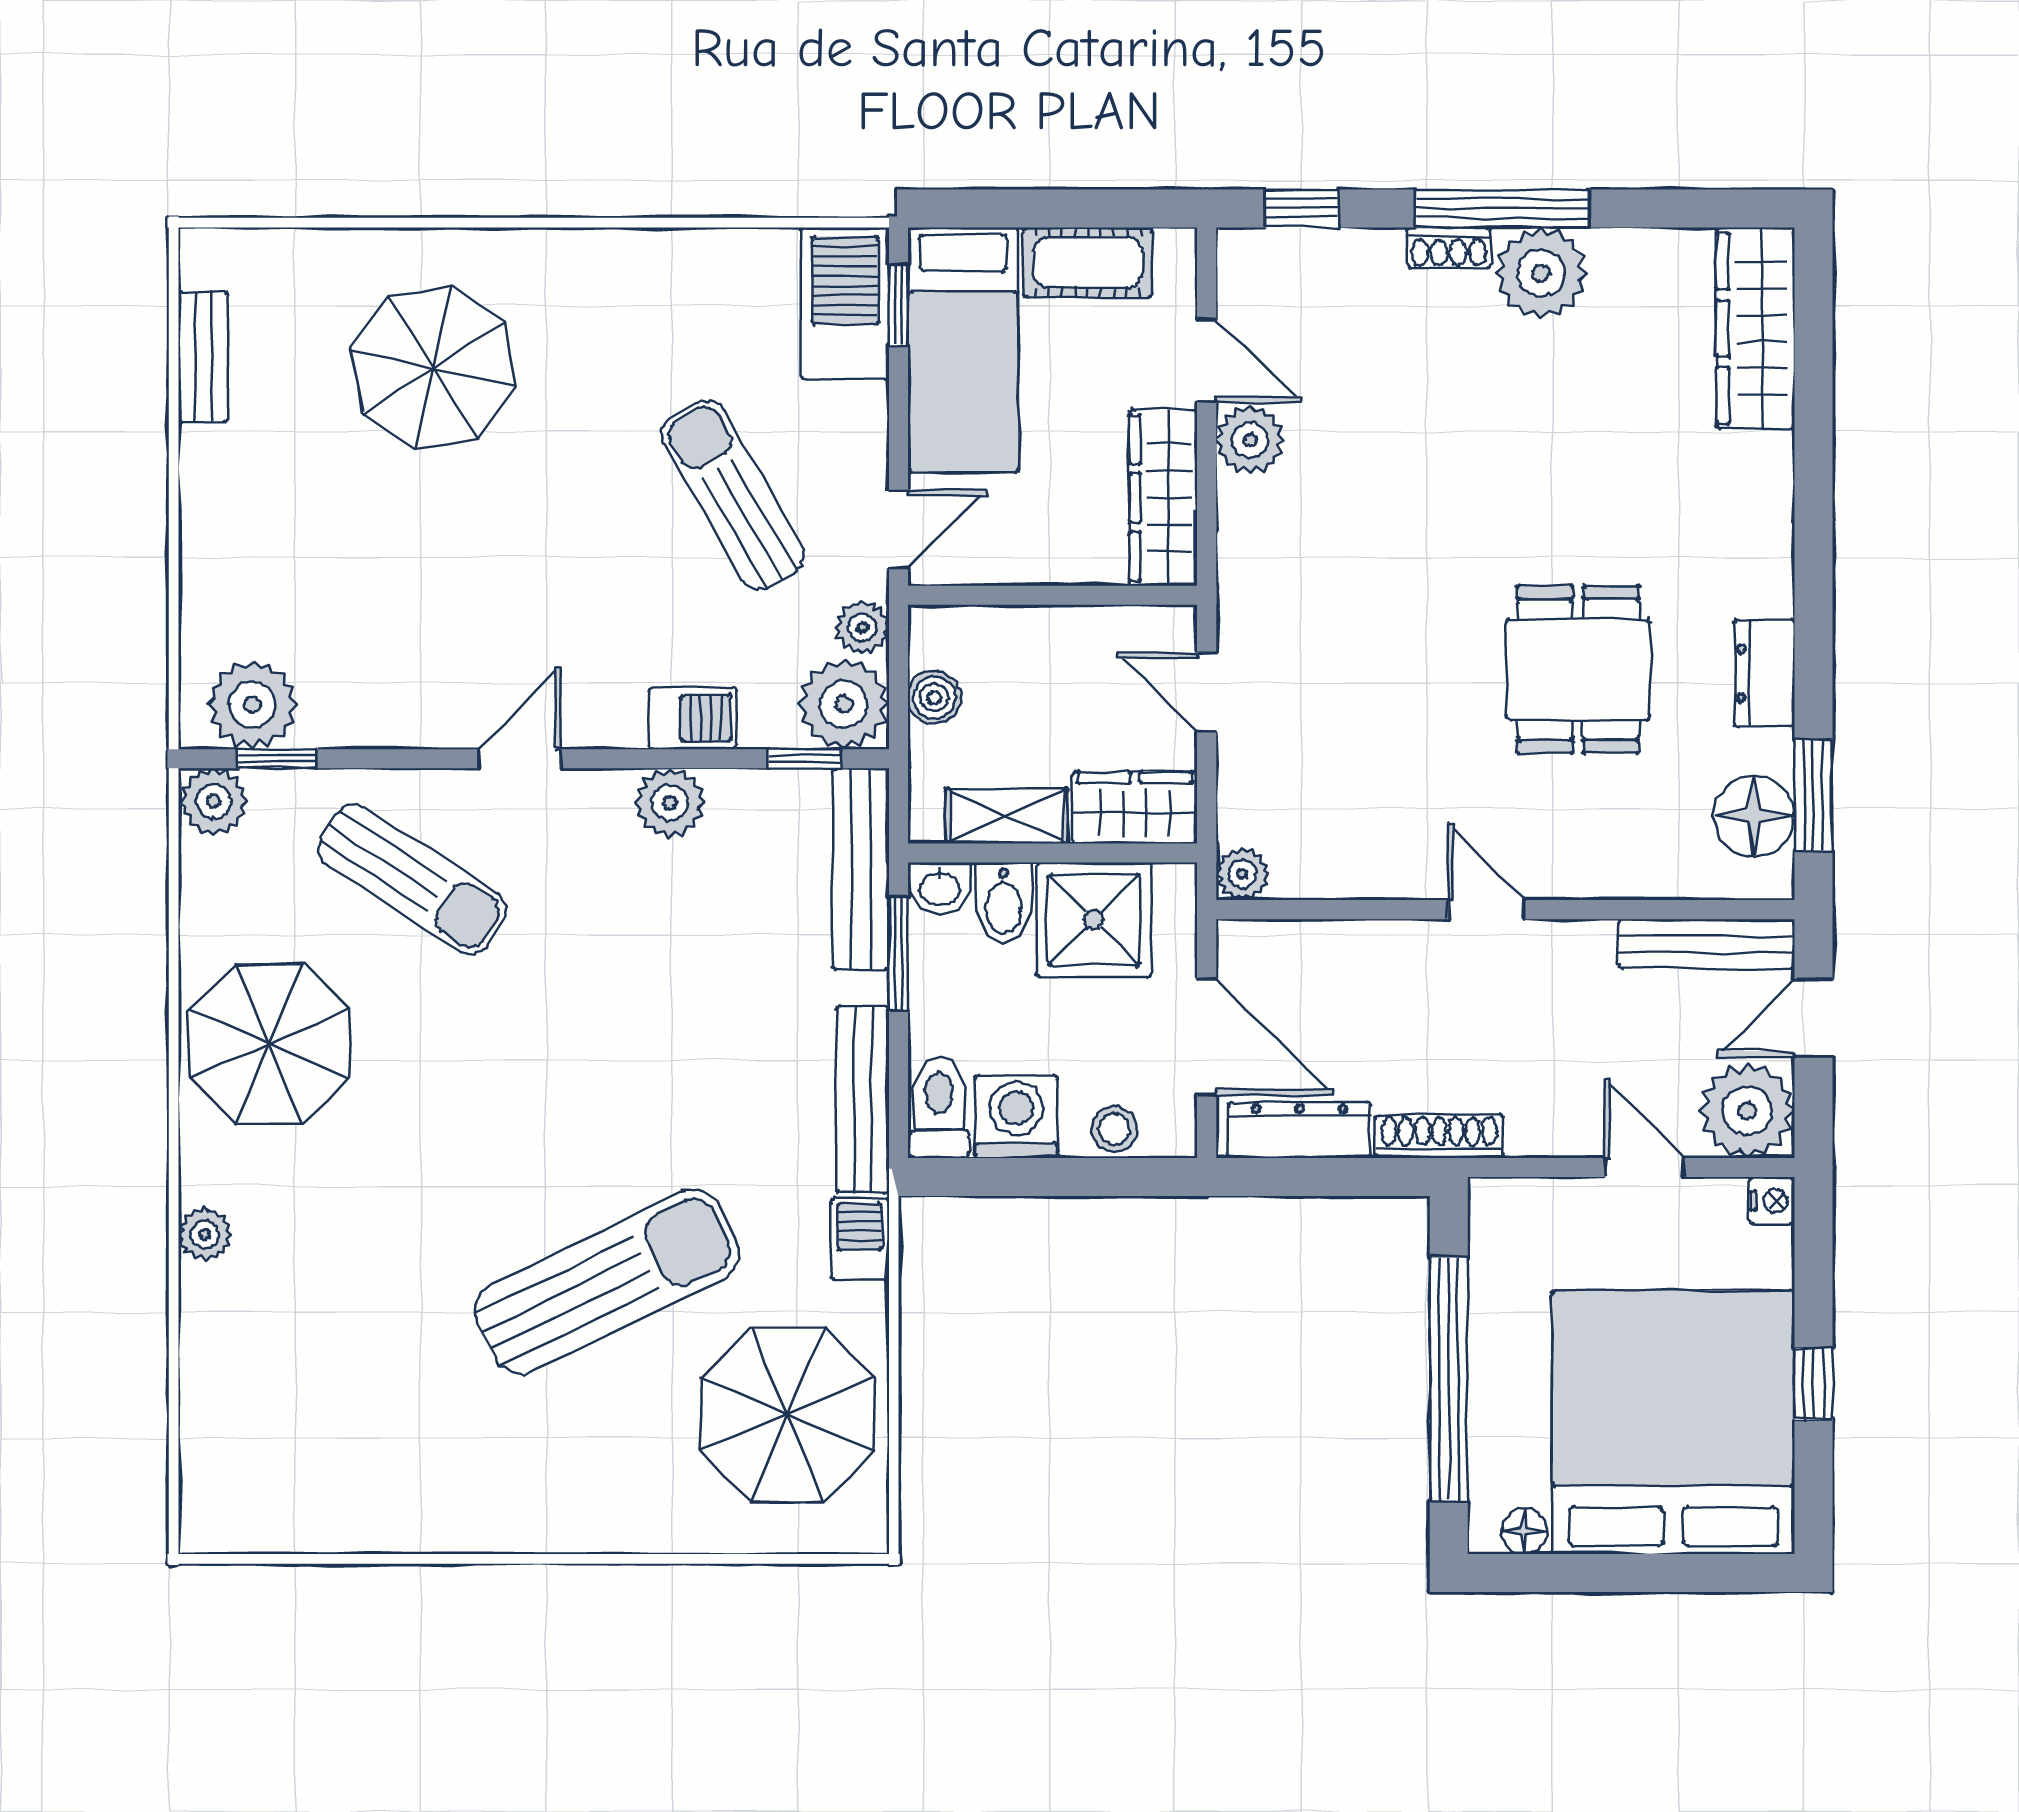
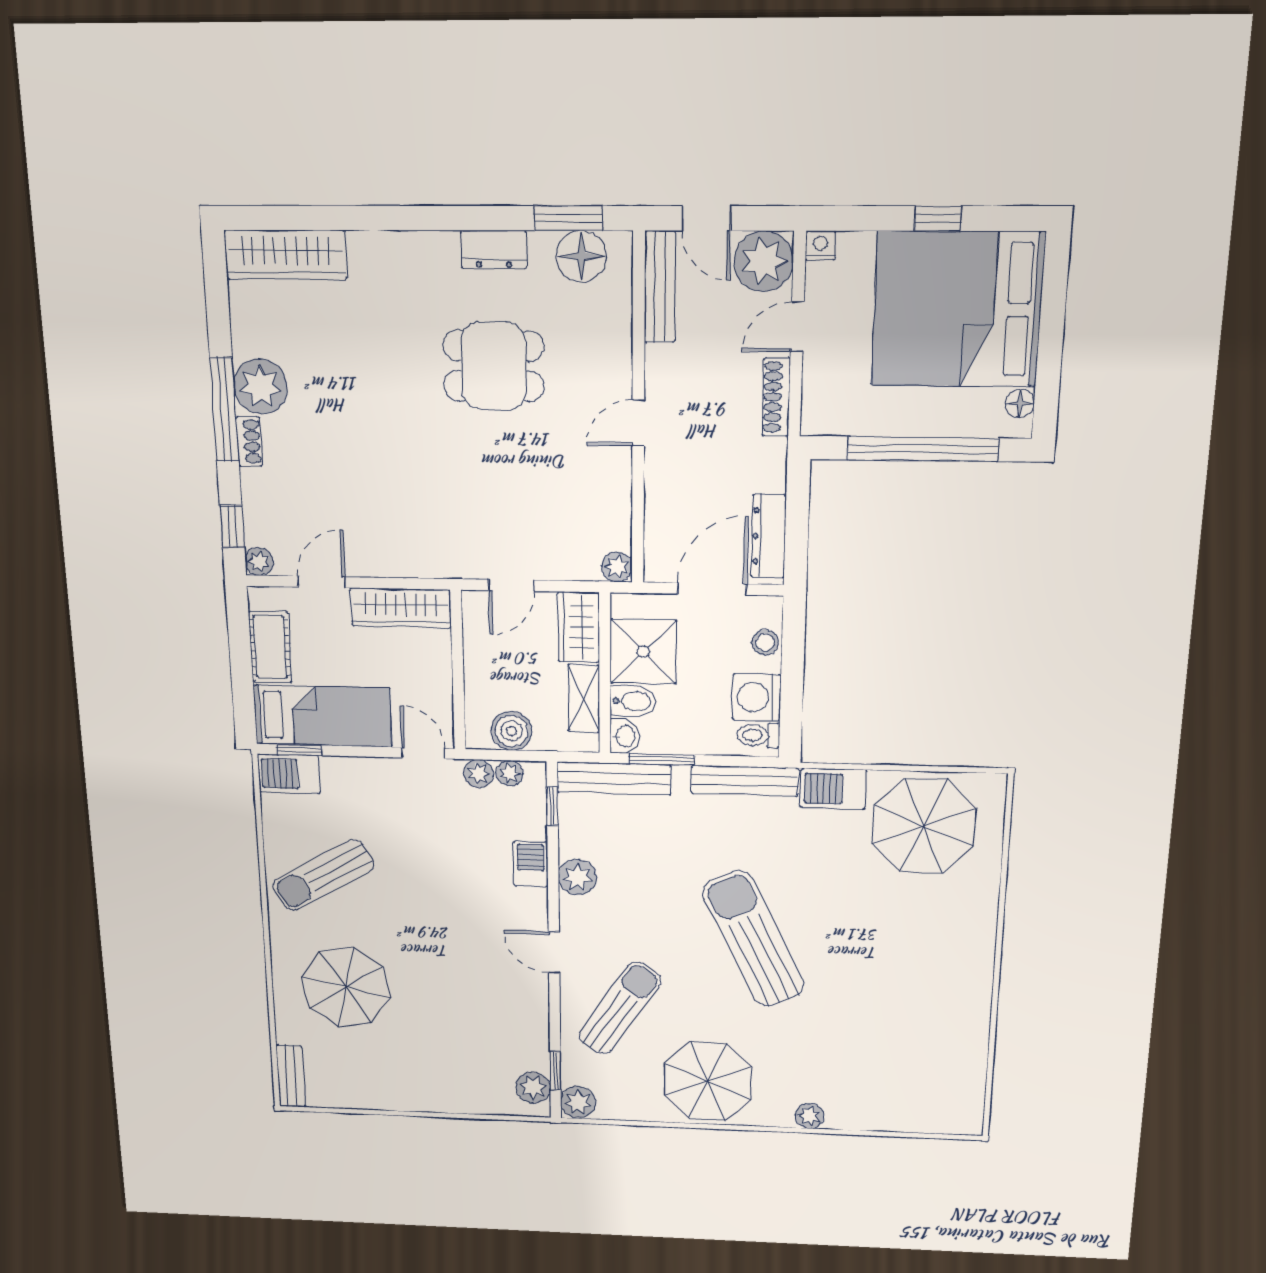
barbecue: (845, 304) -> (289, 774), width x0.73, depth x0.83
bench: (203, 357) -> (291, 1076), moved, turned 90
plant: (1250, 440) -> (259, 562), moved, width x0.73, depth x0.73
sun lounger: (732, 495) -> (323, 875), moved
boiler: (934, 698) -> (512, 731), width x1.36, depth x1.36
plant: (844, 704) -> (510, 773), width x0.53, depth x0.53
plant: (252, 705) -> (533, 1088), width x0.73, depth x0.73
toilet: (939, 1107) -> (758, 735), width x0.73, depth x0.72
shoe rack: (1439, 1136) -> (776, 397), moved
barbecue: (860, 1239) -> (833, 789), width x1.38, depth x1.27
sun lounger: (607, 1281) -> (753, 939), moved

